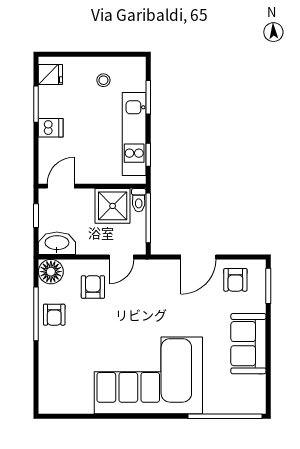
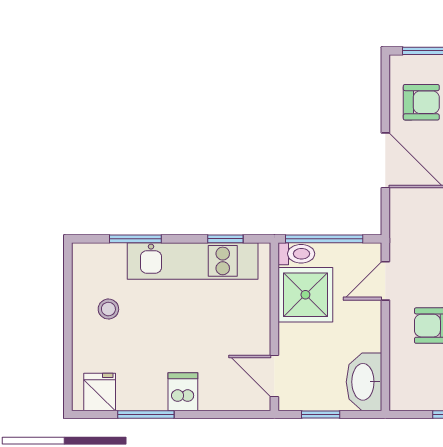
door: (121, 257) -> (385, 281), swing flipped
floor lamp: (51, 272) -> (408, 391), removed

